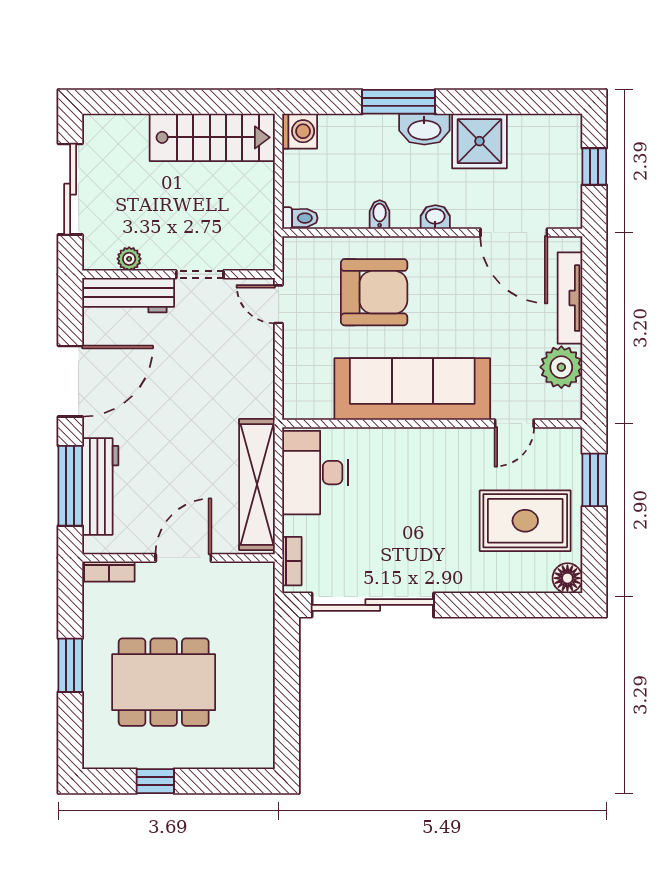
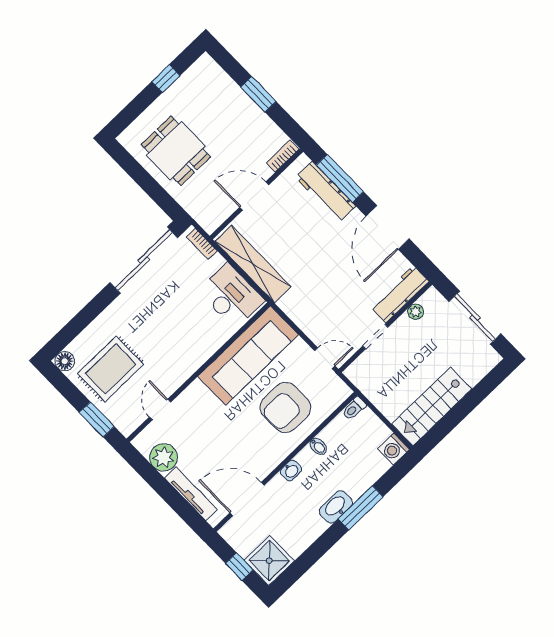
shower: (479, 141) -> (269, 561), moved
sofa: (412, 389) -> (248, 356), moved
door: (183, 558) -> (254, 196), swing flipped
dining table: (164, 682) -> (176, 151), moved, width x0.73

